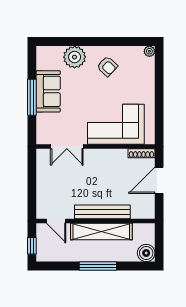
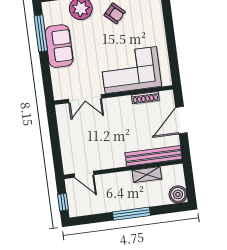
window: (32, 97) -> (41, 33), moved
shoe rack: (141, 153) -> (145, 98), moved
bench: (102, 212) -> (154, 156), moved
shelving: (101, 231) -> (147, 175), width x0.45, depth x0.75

